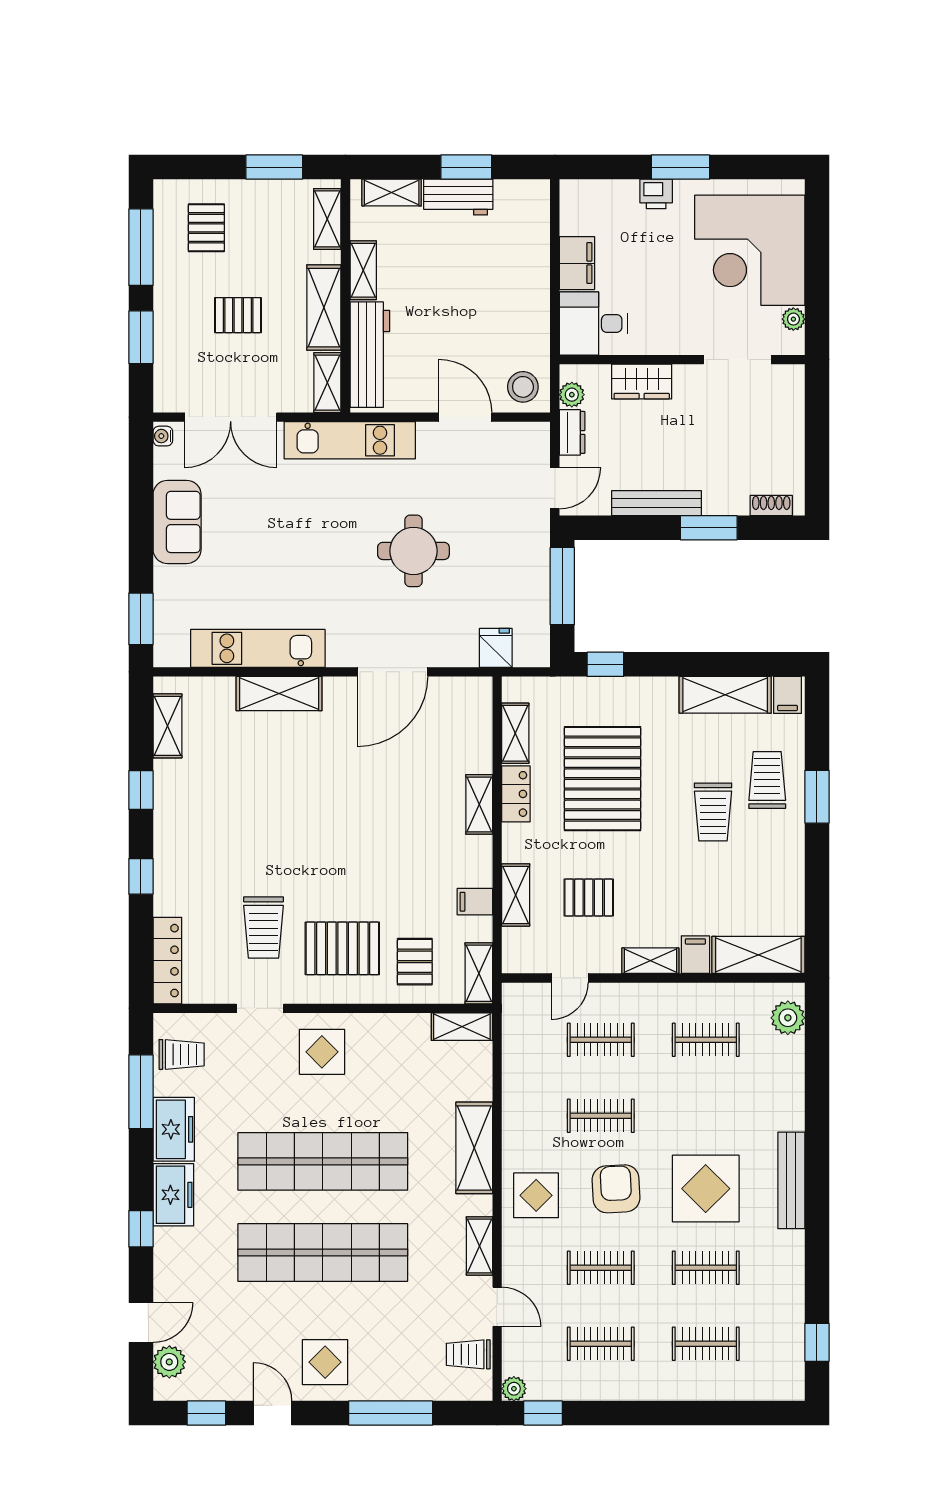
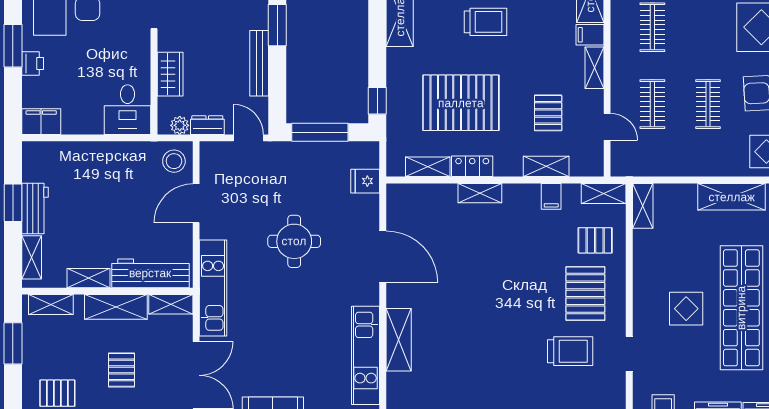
filing cabinet: (577, 263) -> (41, 122), moved
display table: (322, 1052) -> (686, 309), moved

